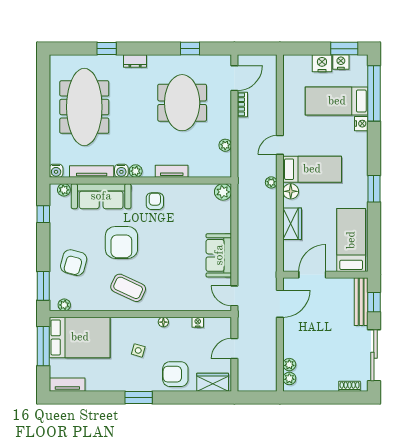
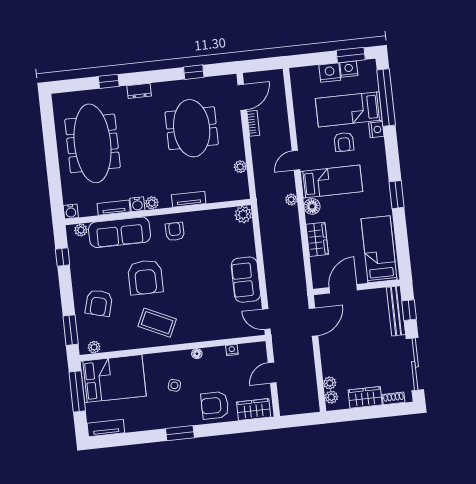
armchair: (328, 132) -> (344, 142), added
tv unit: (92, 172) -> (114, 208), width x0.71
wardrobe: (322, 382) -> (365, 397), added

